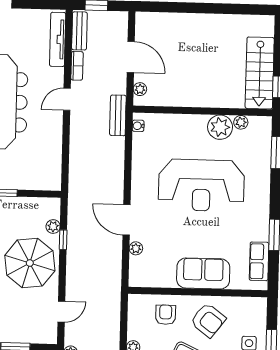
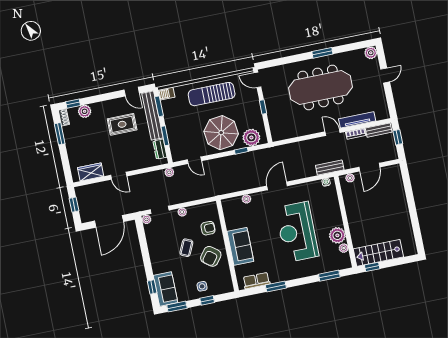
tv unit: (58, 39) -> (357, 120), moved
door: (126, 220) -> (277, 186), moved
plant: (53, 227) -> (251, 137), width x1.87, depth x1.87

